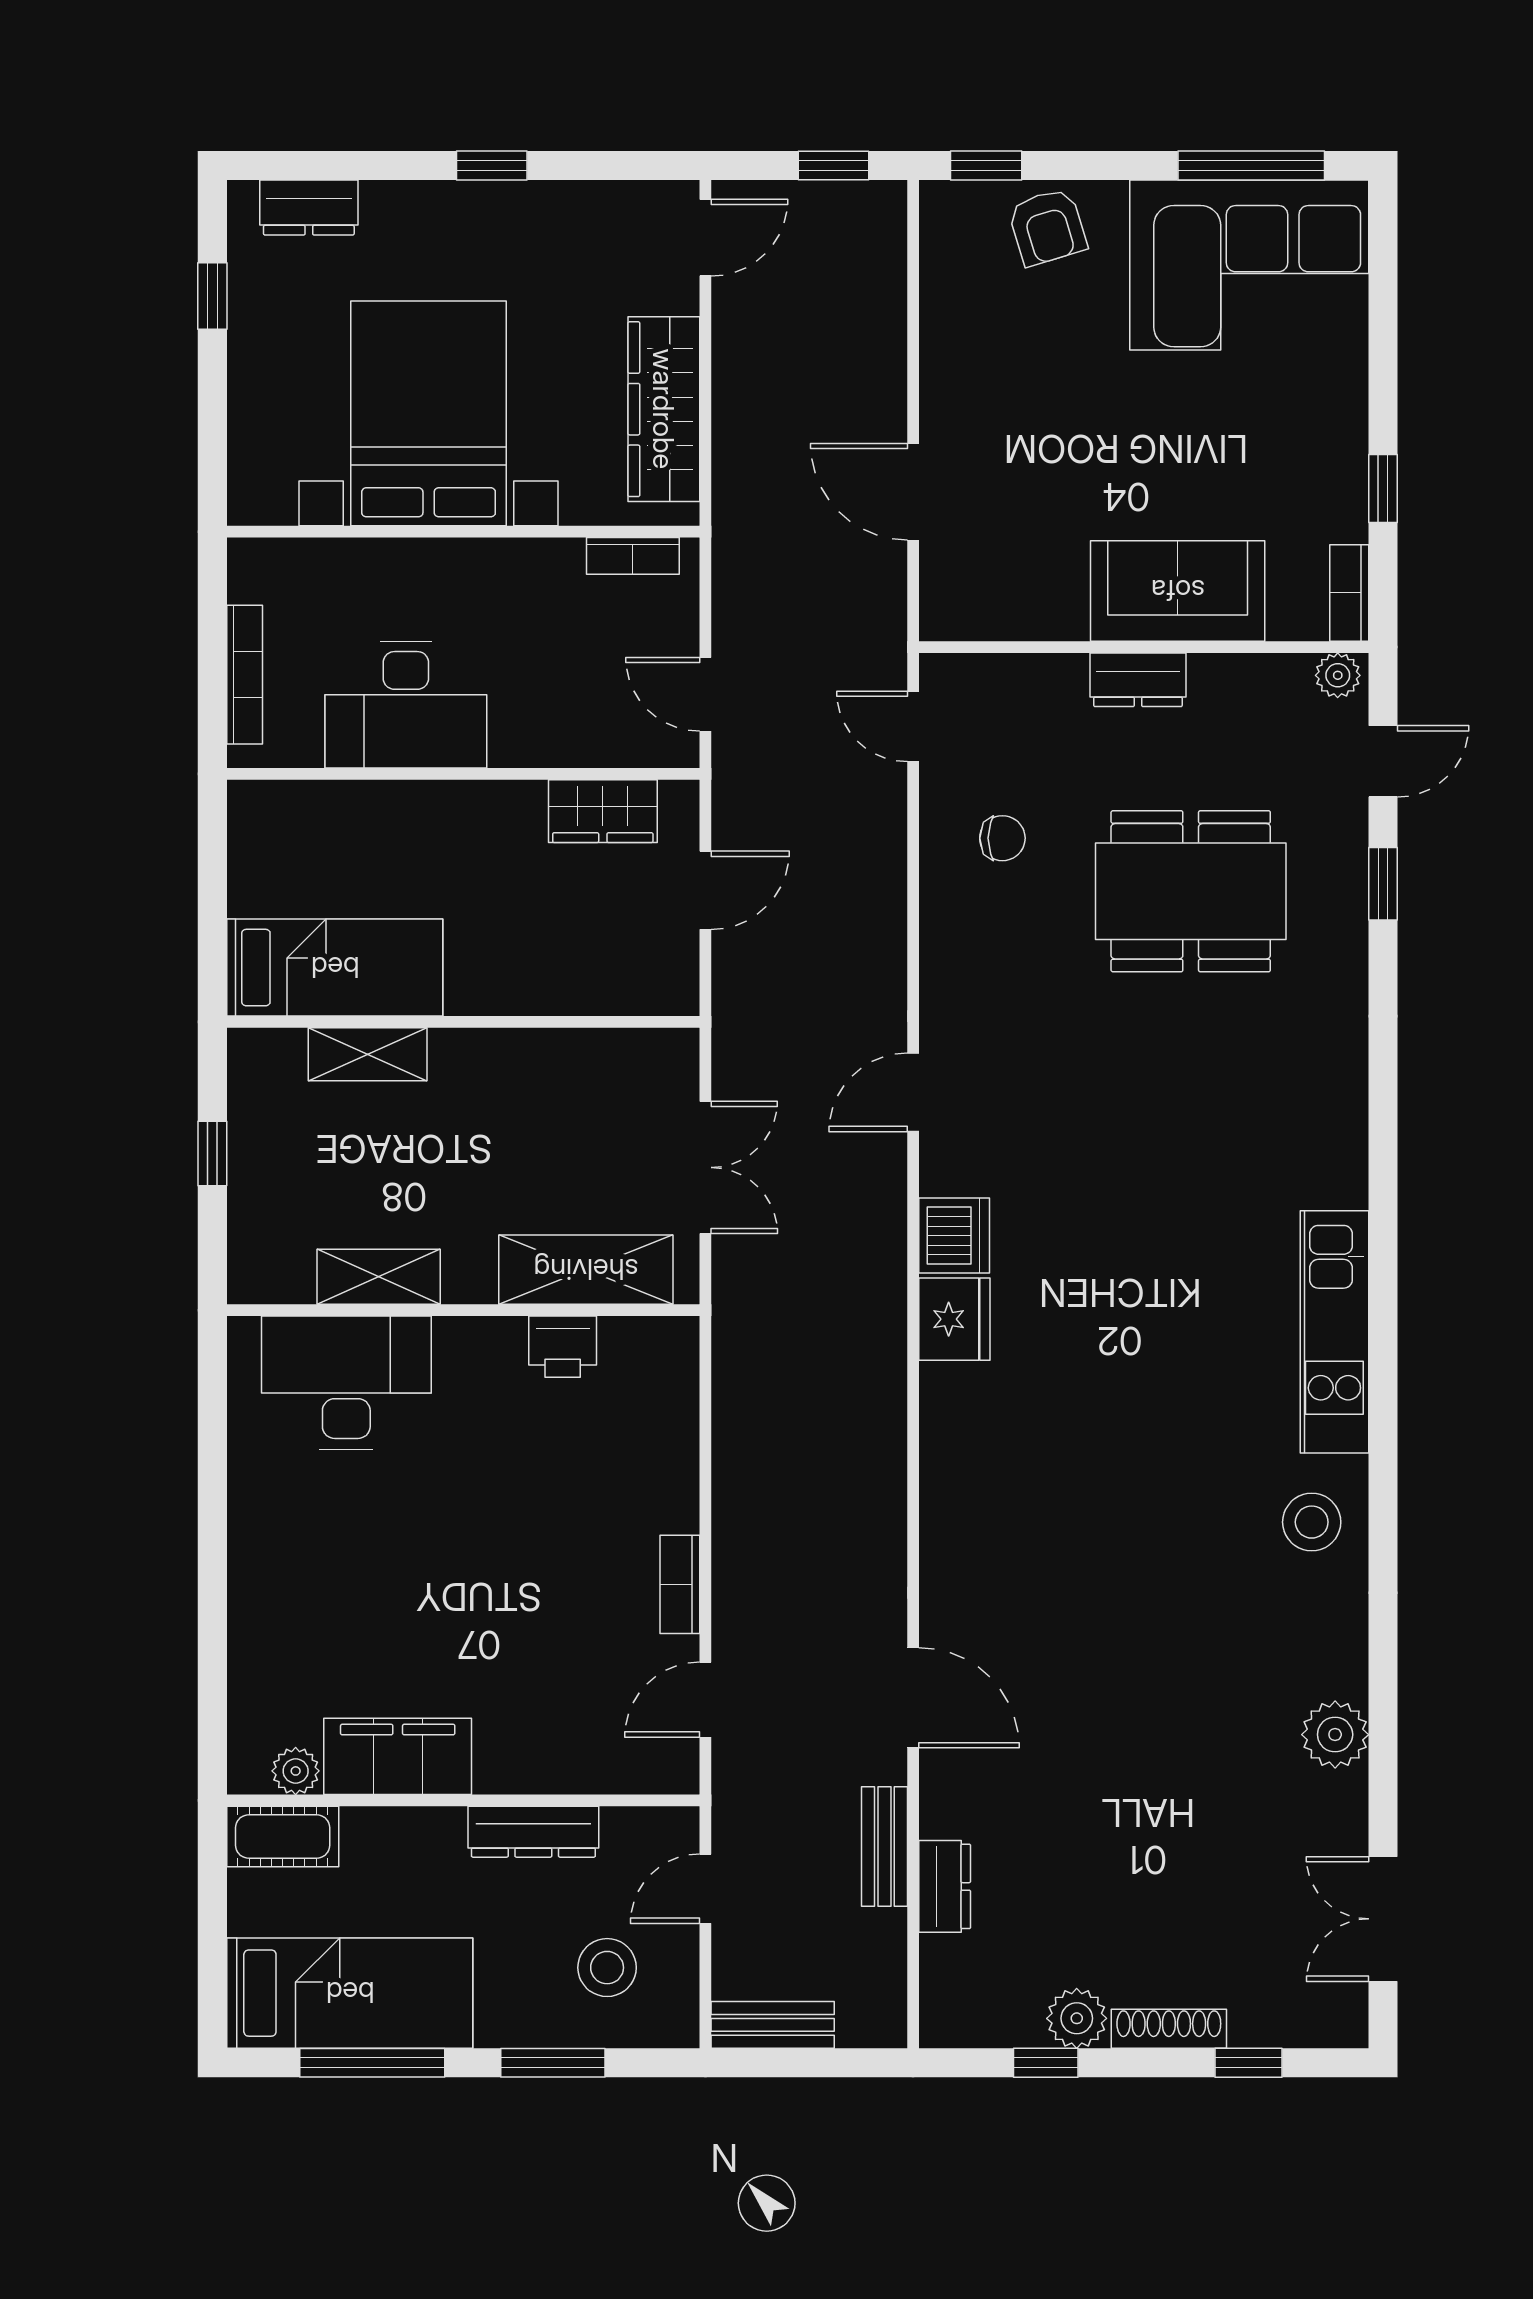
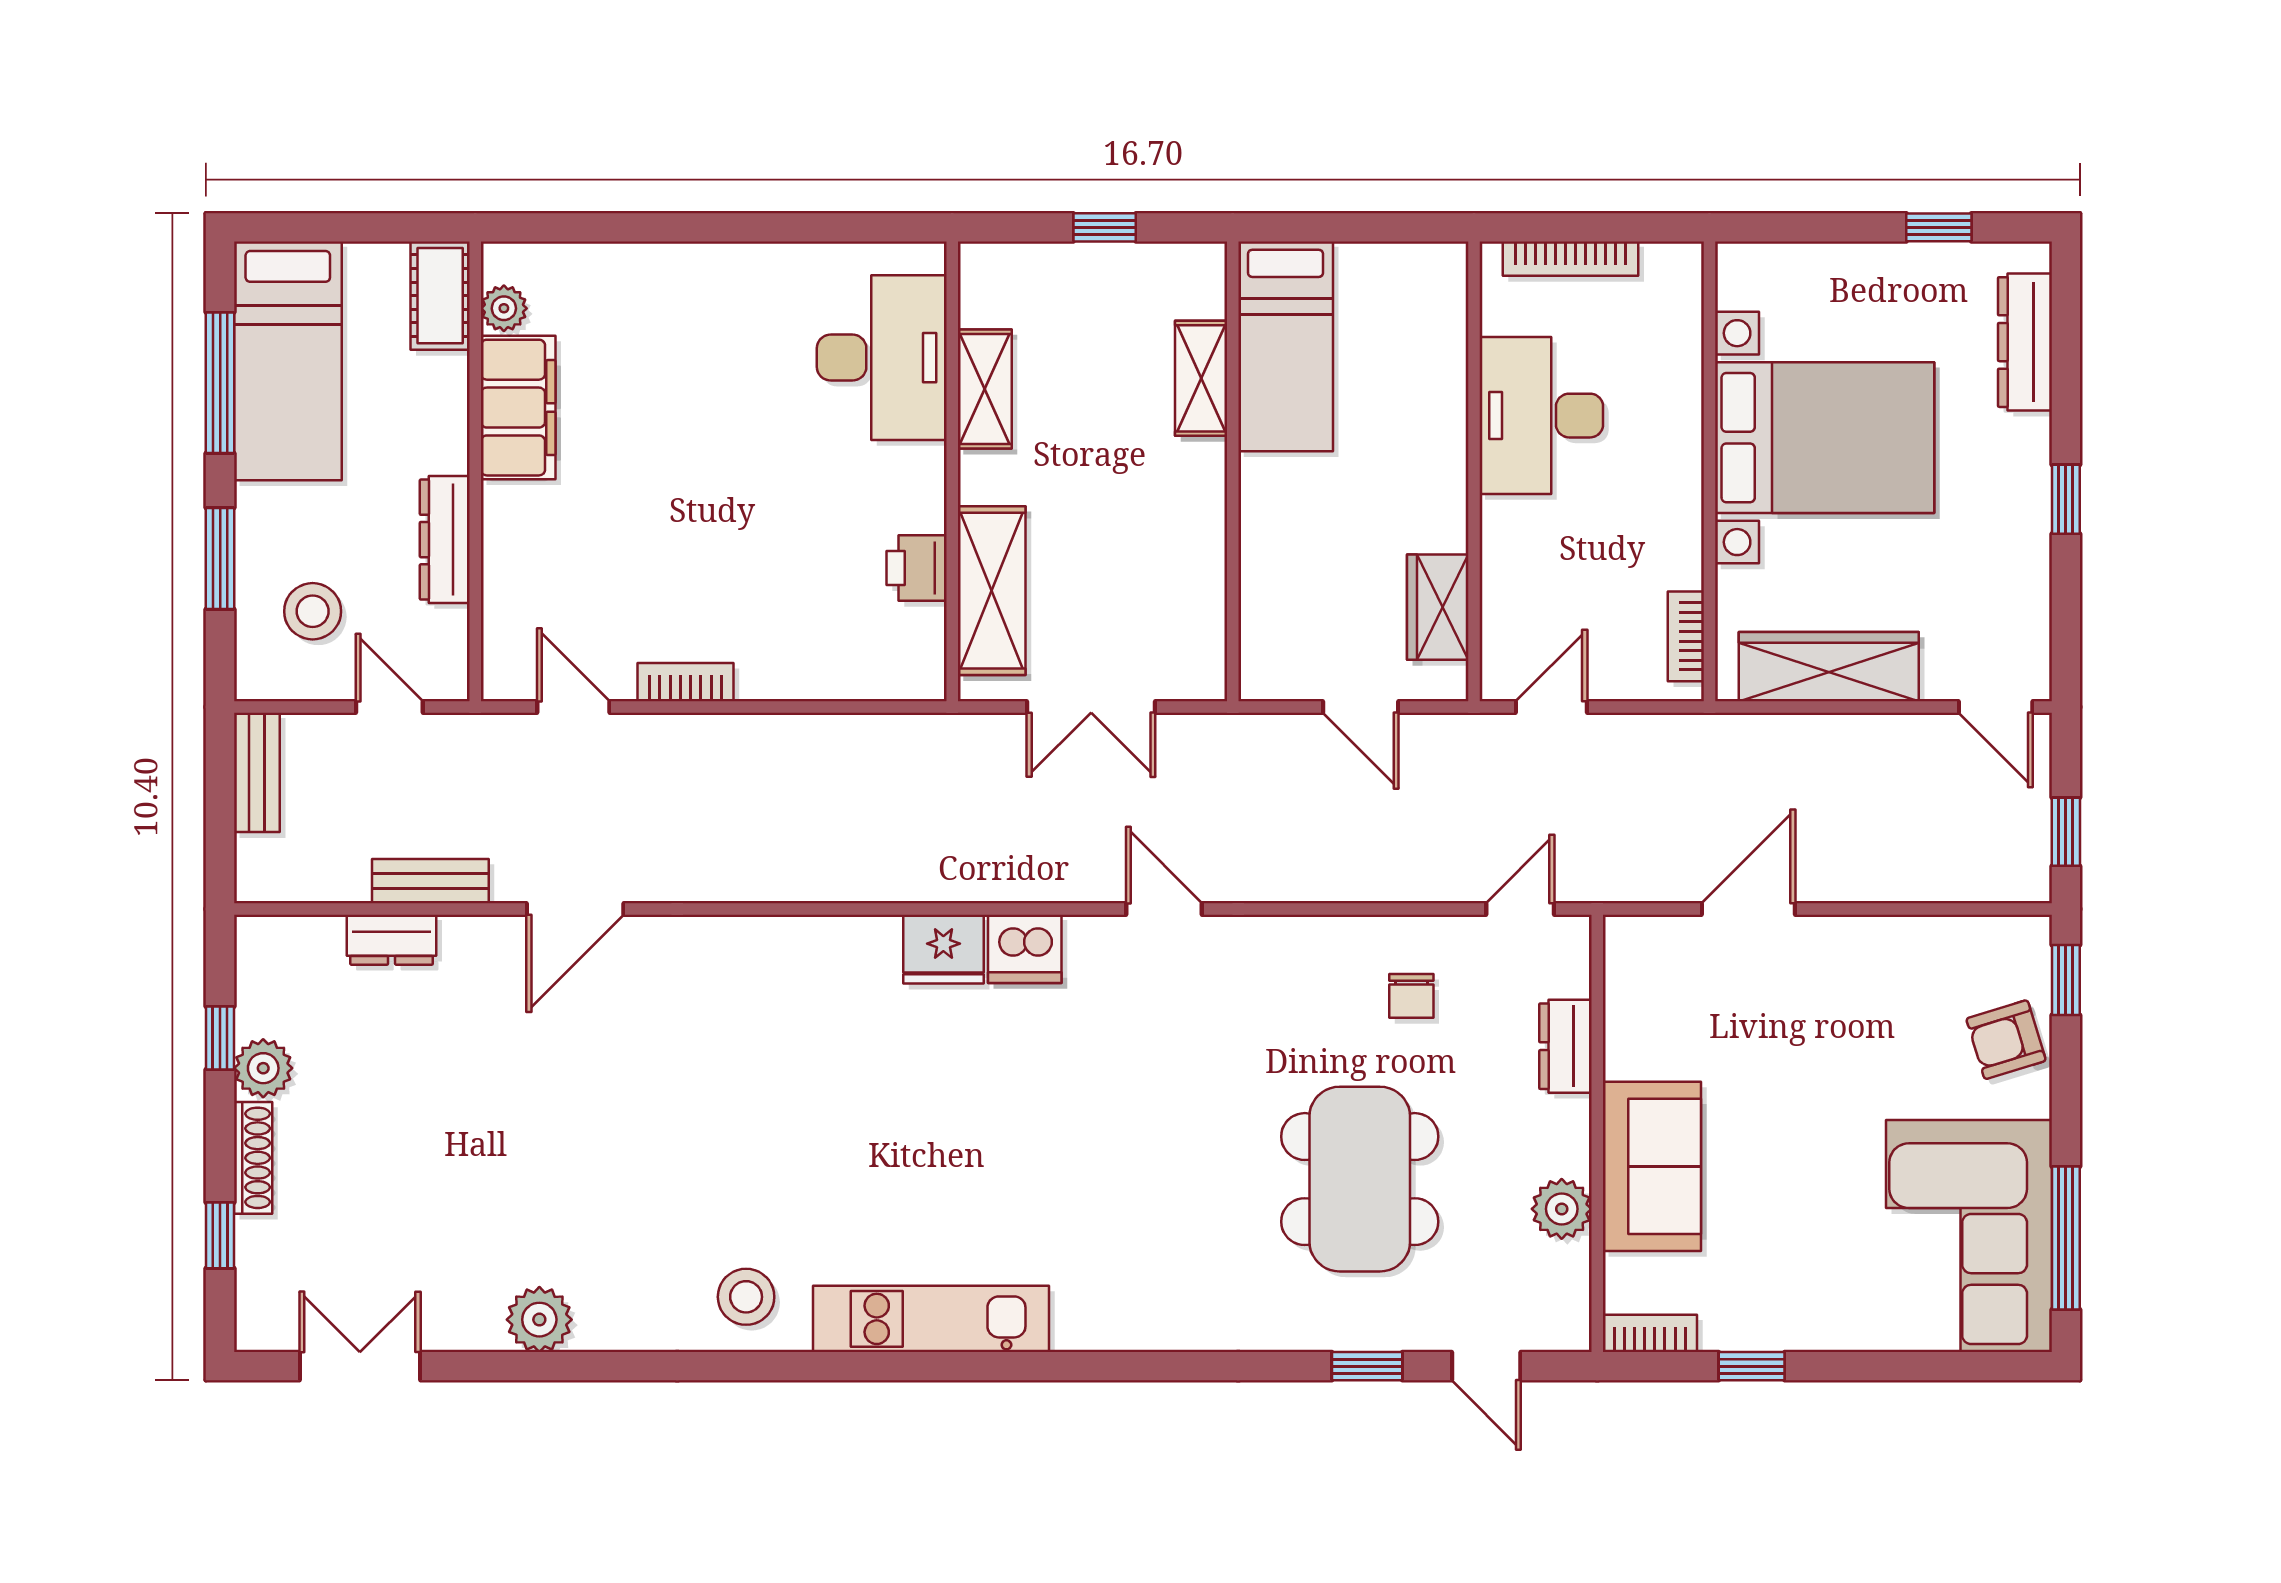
dresser: (309, 208) -> (2025, 342), width x1.44
plant: (1338, 675) -> (1562, 1209), moved, width x1.38, depth x1.38
dresser: (1138, 680) -> (1566, 1046), moved

